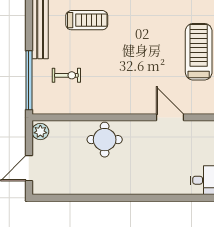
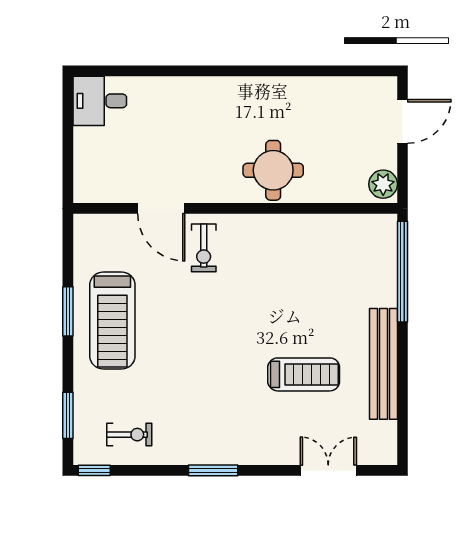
treadmill: (87, 20) -> (304, 374), turned 180
exercise bike: (66, 75) -> (204, 248), moved, turned -90

